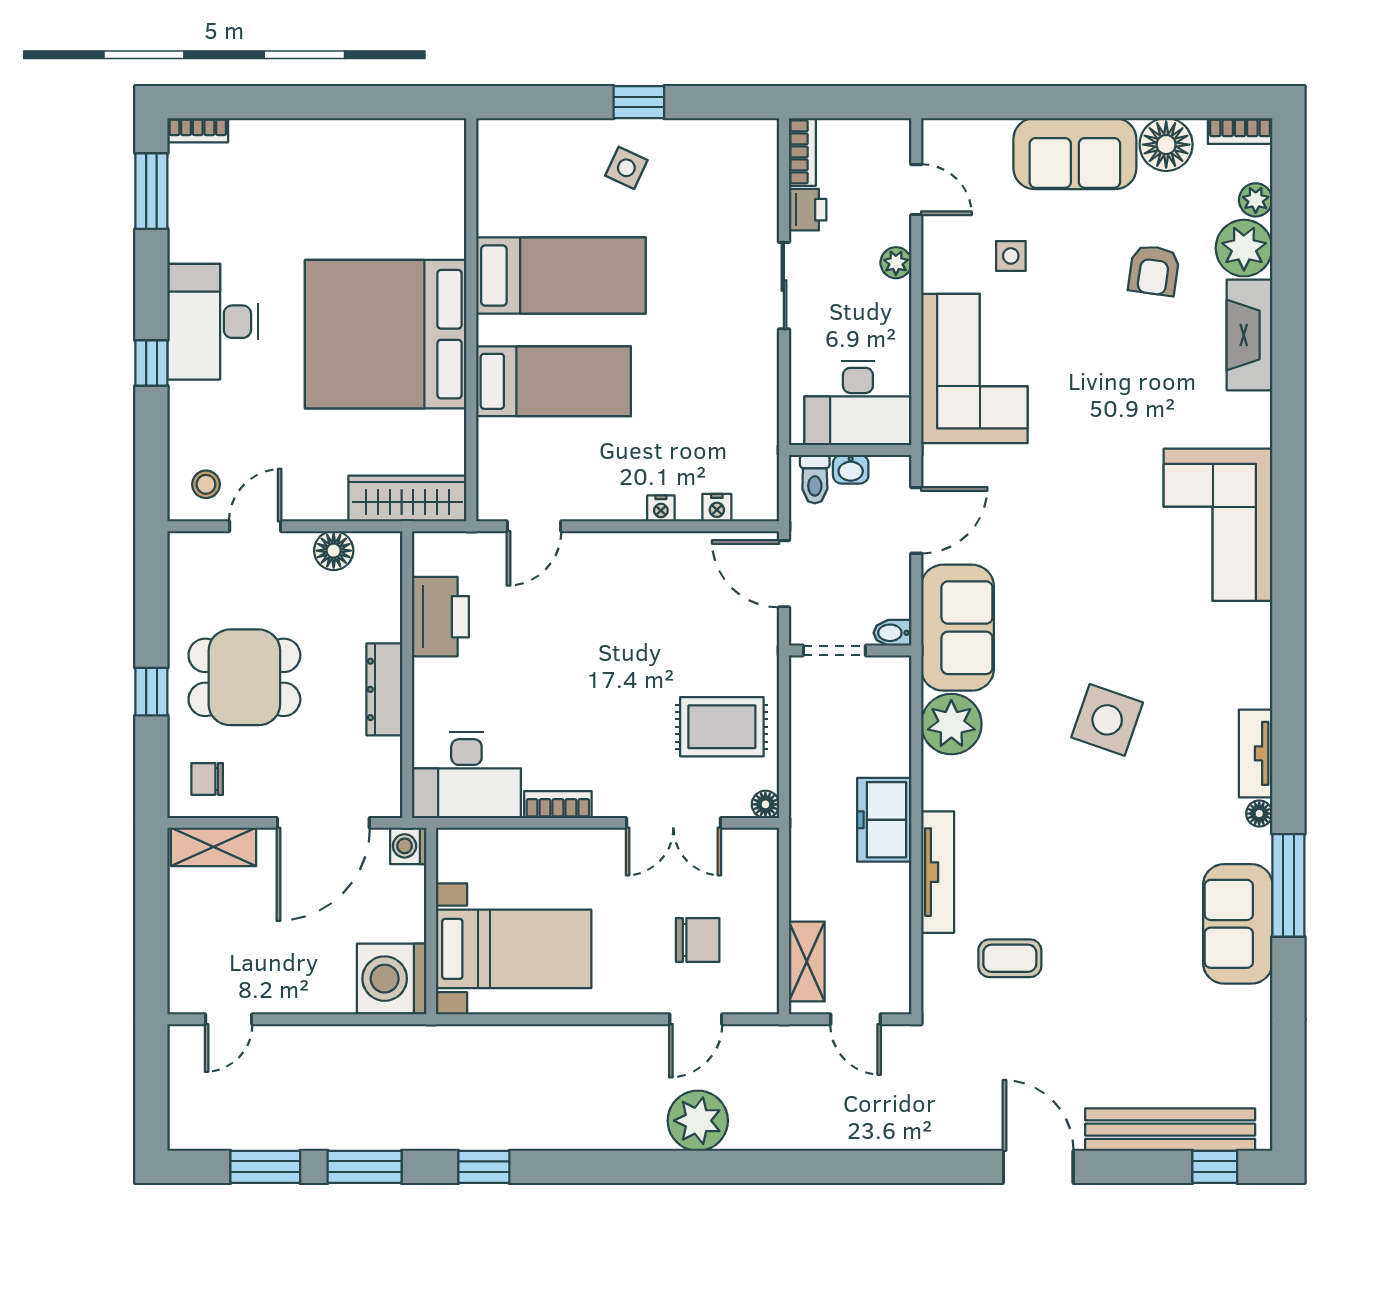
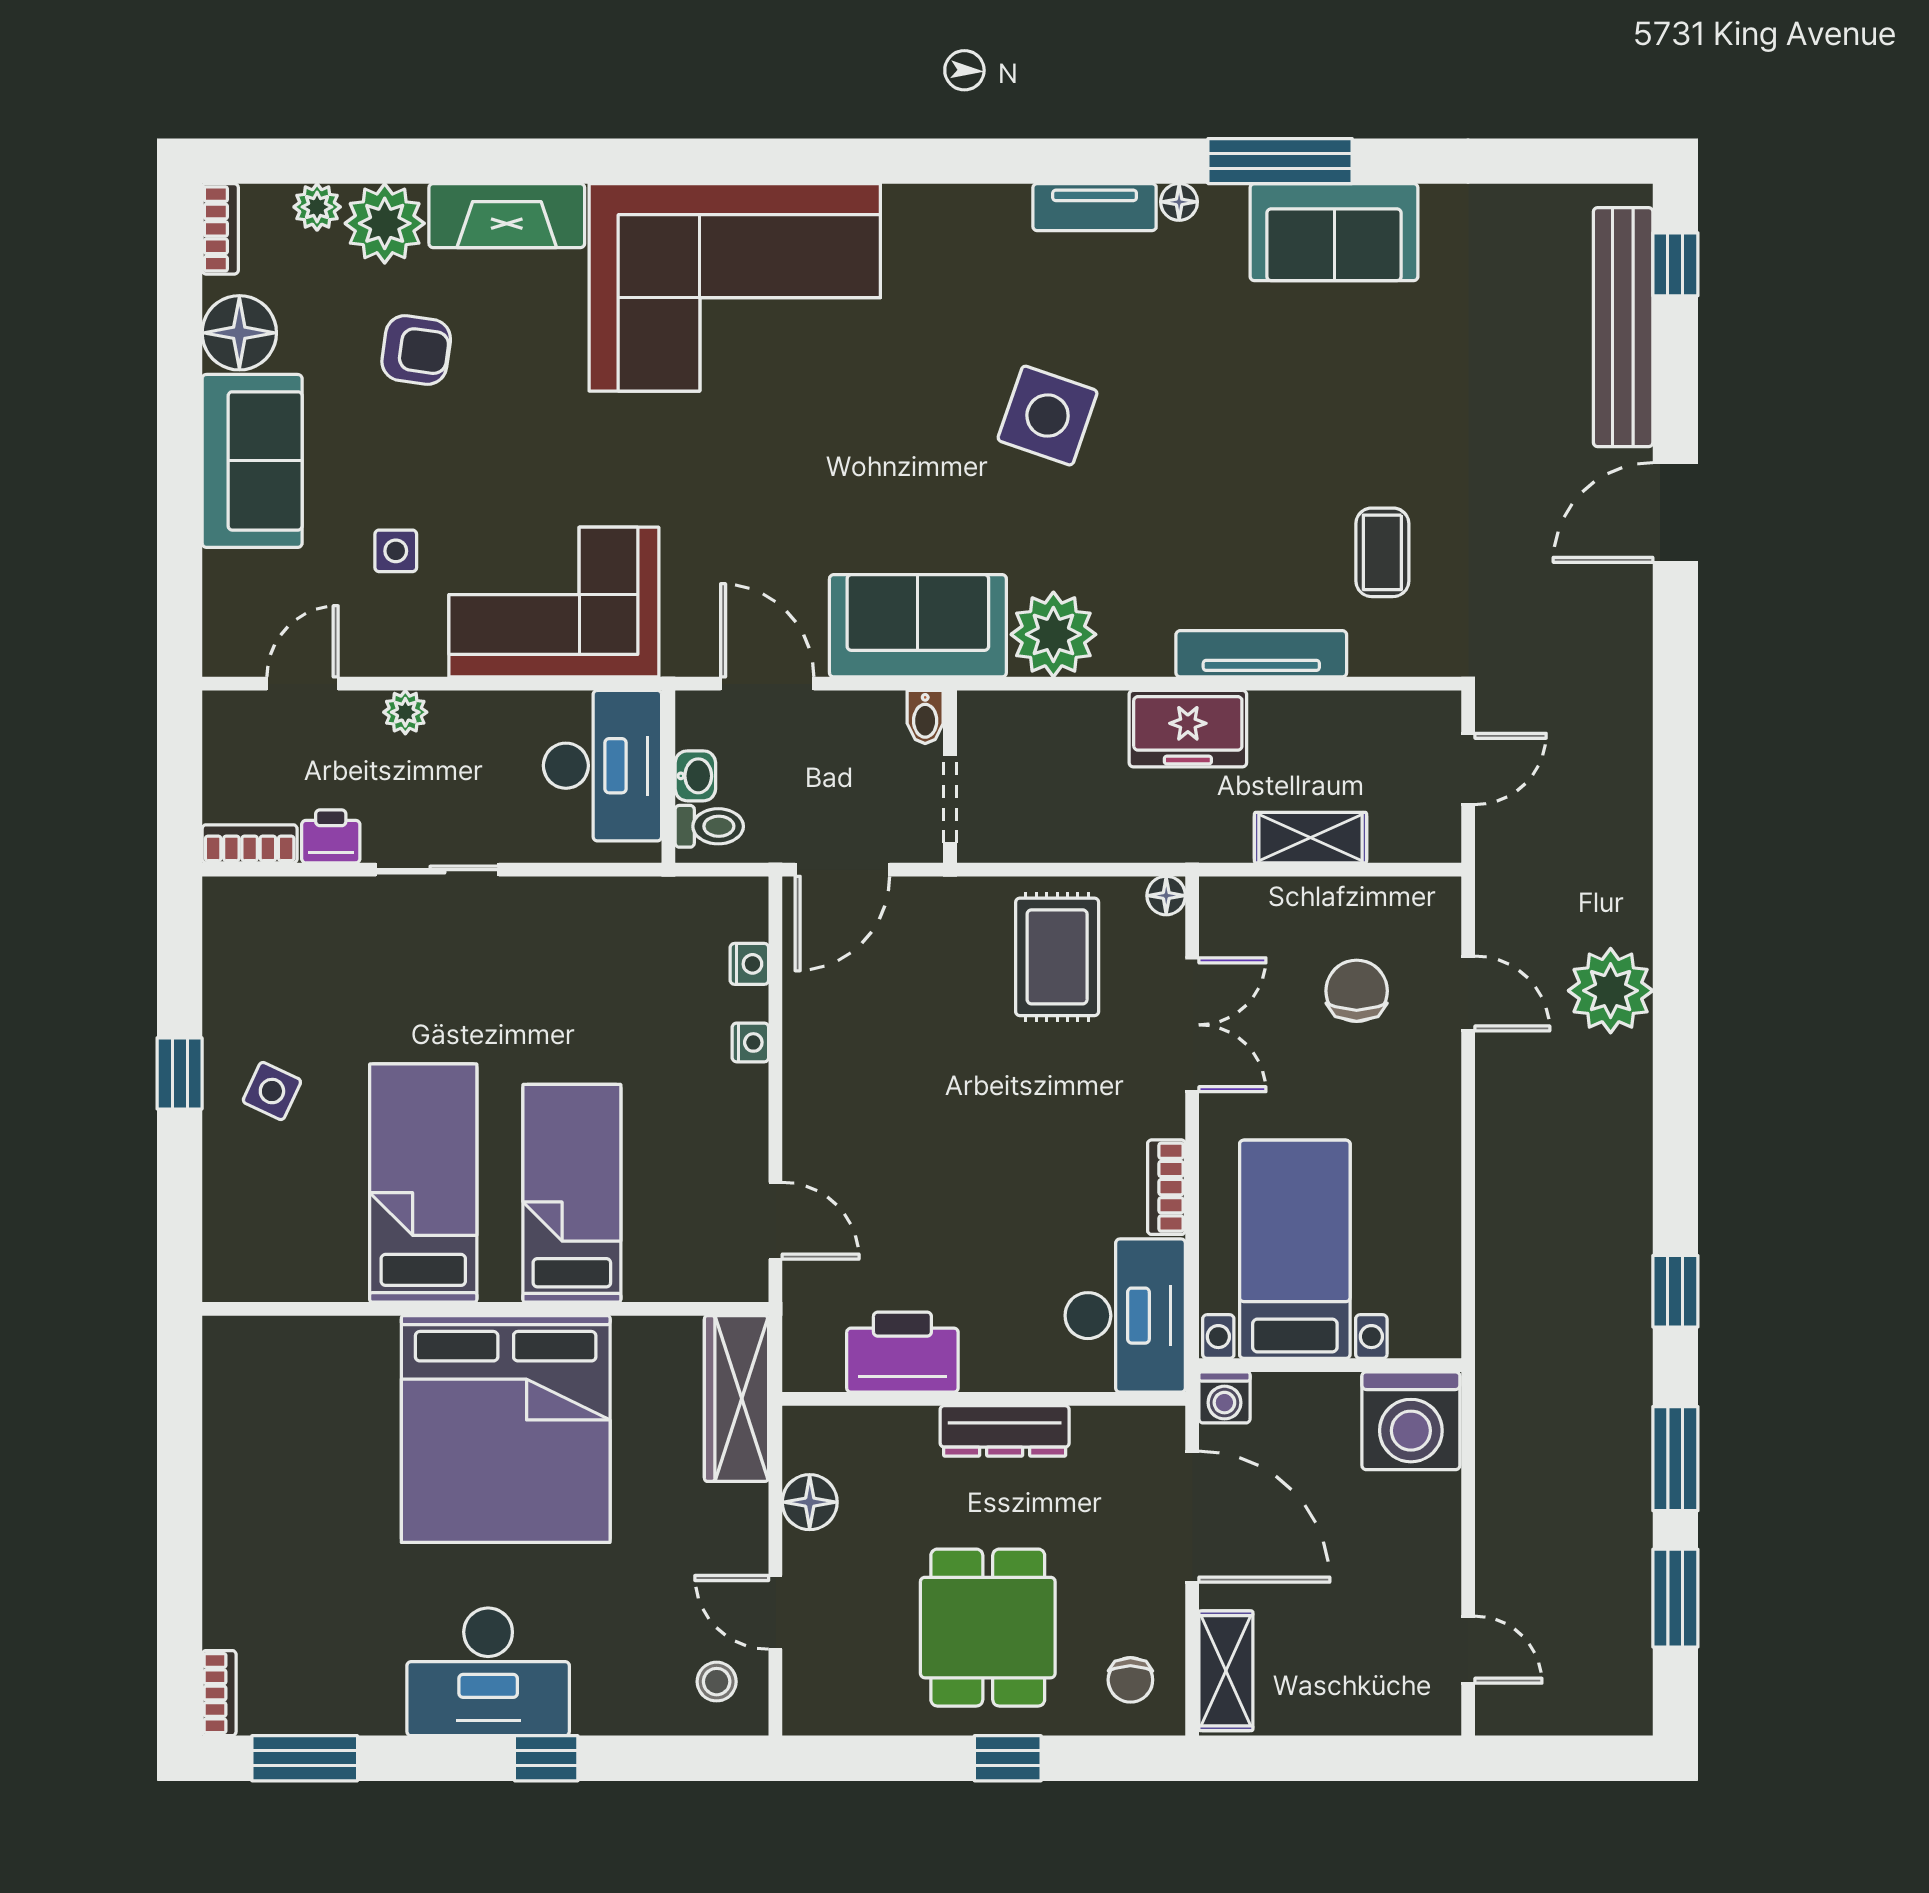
corner sofa: (1218, 525) -> (735, 287), width x1.36, depth x1.36
bed with nightstands: (514, 949) -> (1295, 1249), moved
shelving: (807, 962) -> (1311, 838), moved

